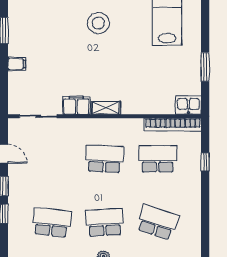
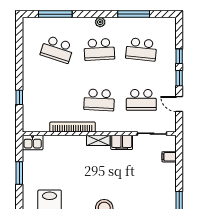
filing cabinet: (17, 64) -> (169, 157), moved
bookcase: (173, 125) -> (73, 127), moved
school desk: (158, 159) -> (141, 100), moved

